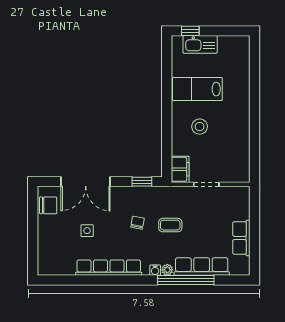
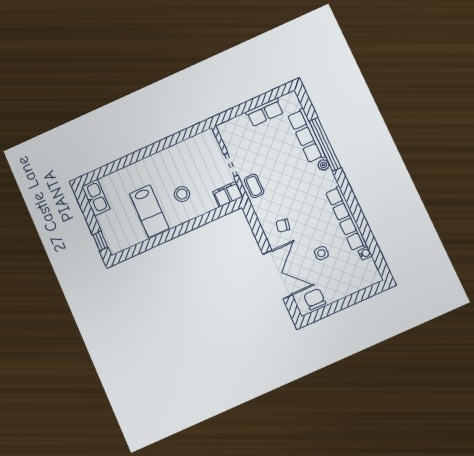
kitchen sink: (200, 44) -> (96, 198), moved
window: (142, 182) -> (254, 223), removed
chair: (137, 223) -> (283, 226), moved
coffee table: (170, 225) -> (254, 186), moved
water cooler: (155, 270) -> (365, 253), moved

